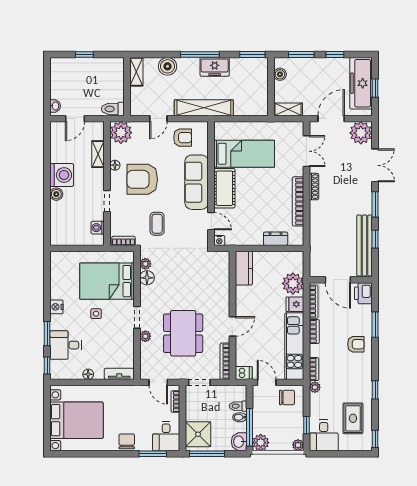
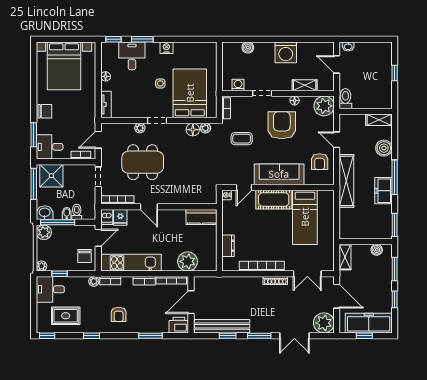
boiler: (56, 194) -> (248, 48), moved
fridge: (295, 304) -> (120, 217), moved, turned 180
armchair: (356, 344) -> (119, 314), moved

